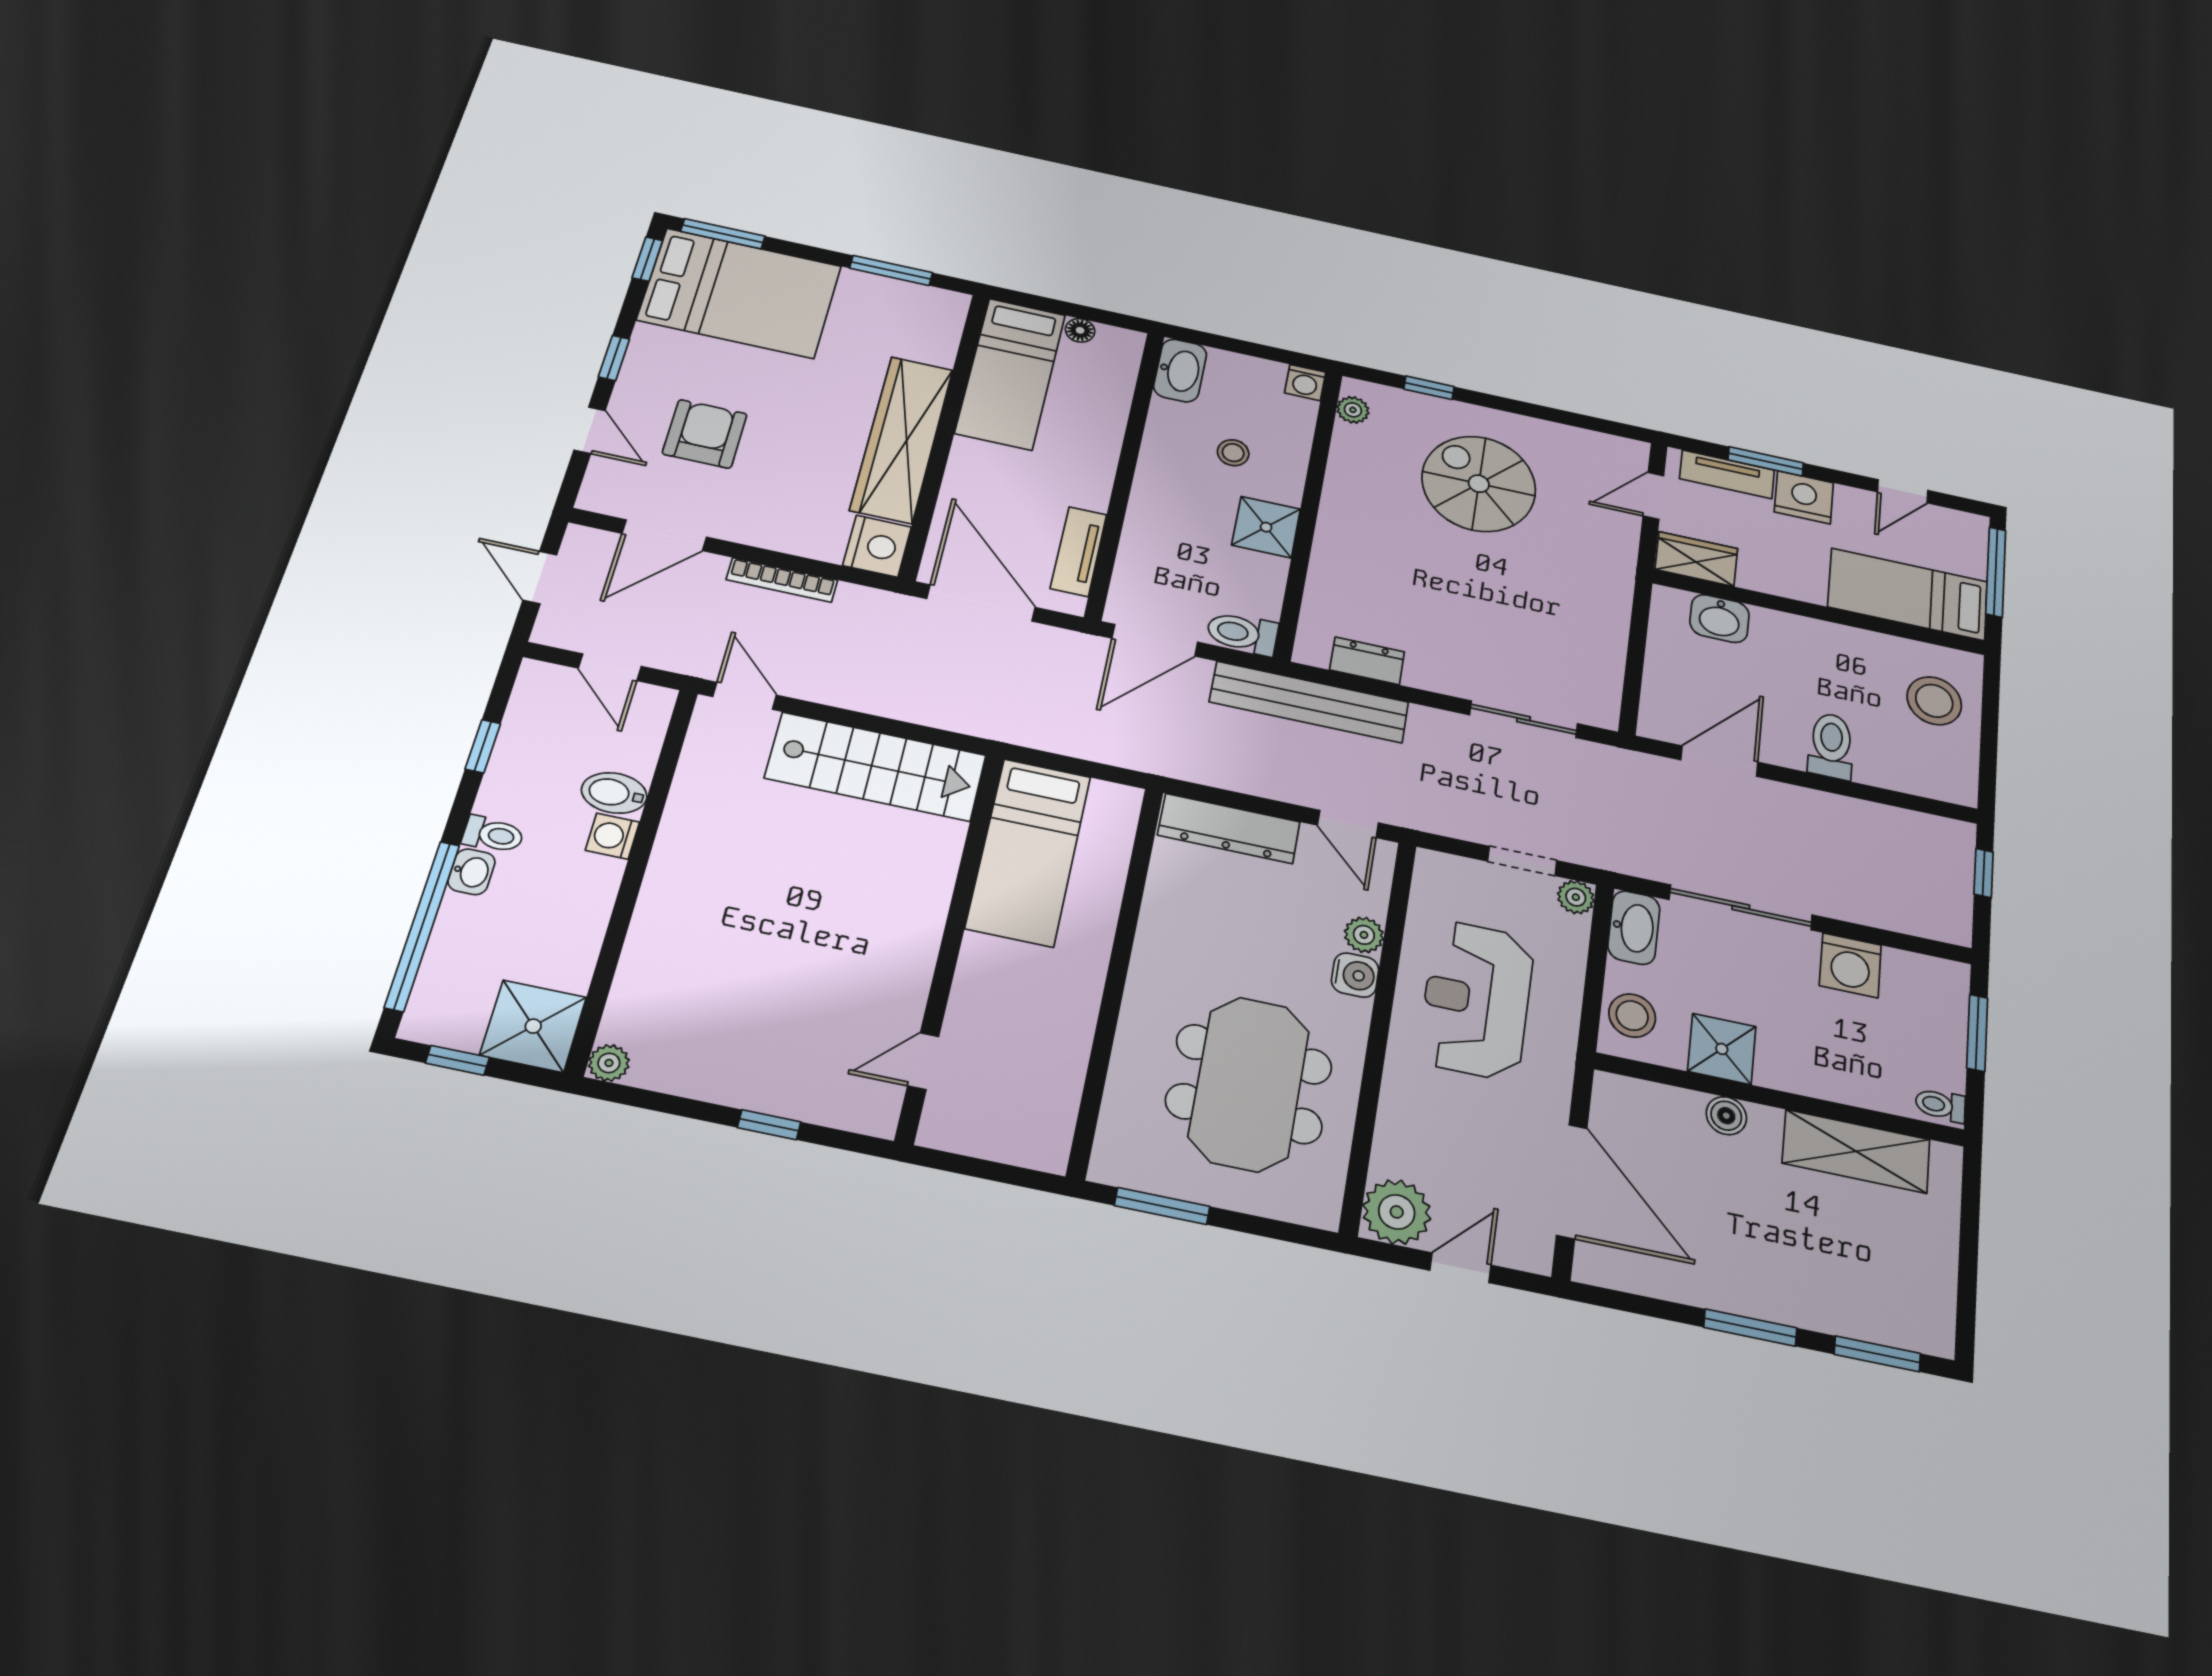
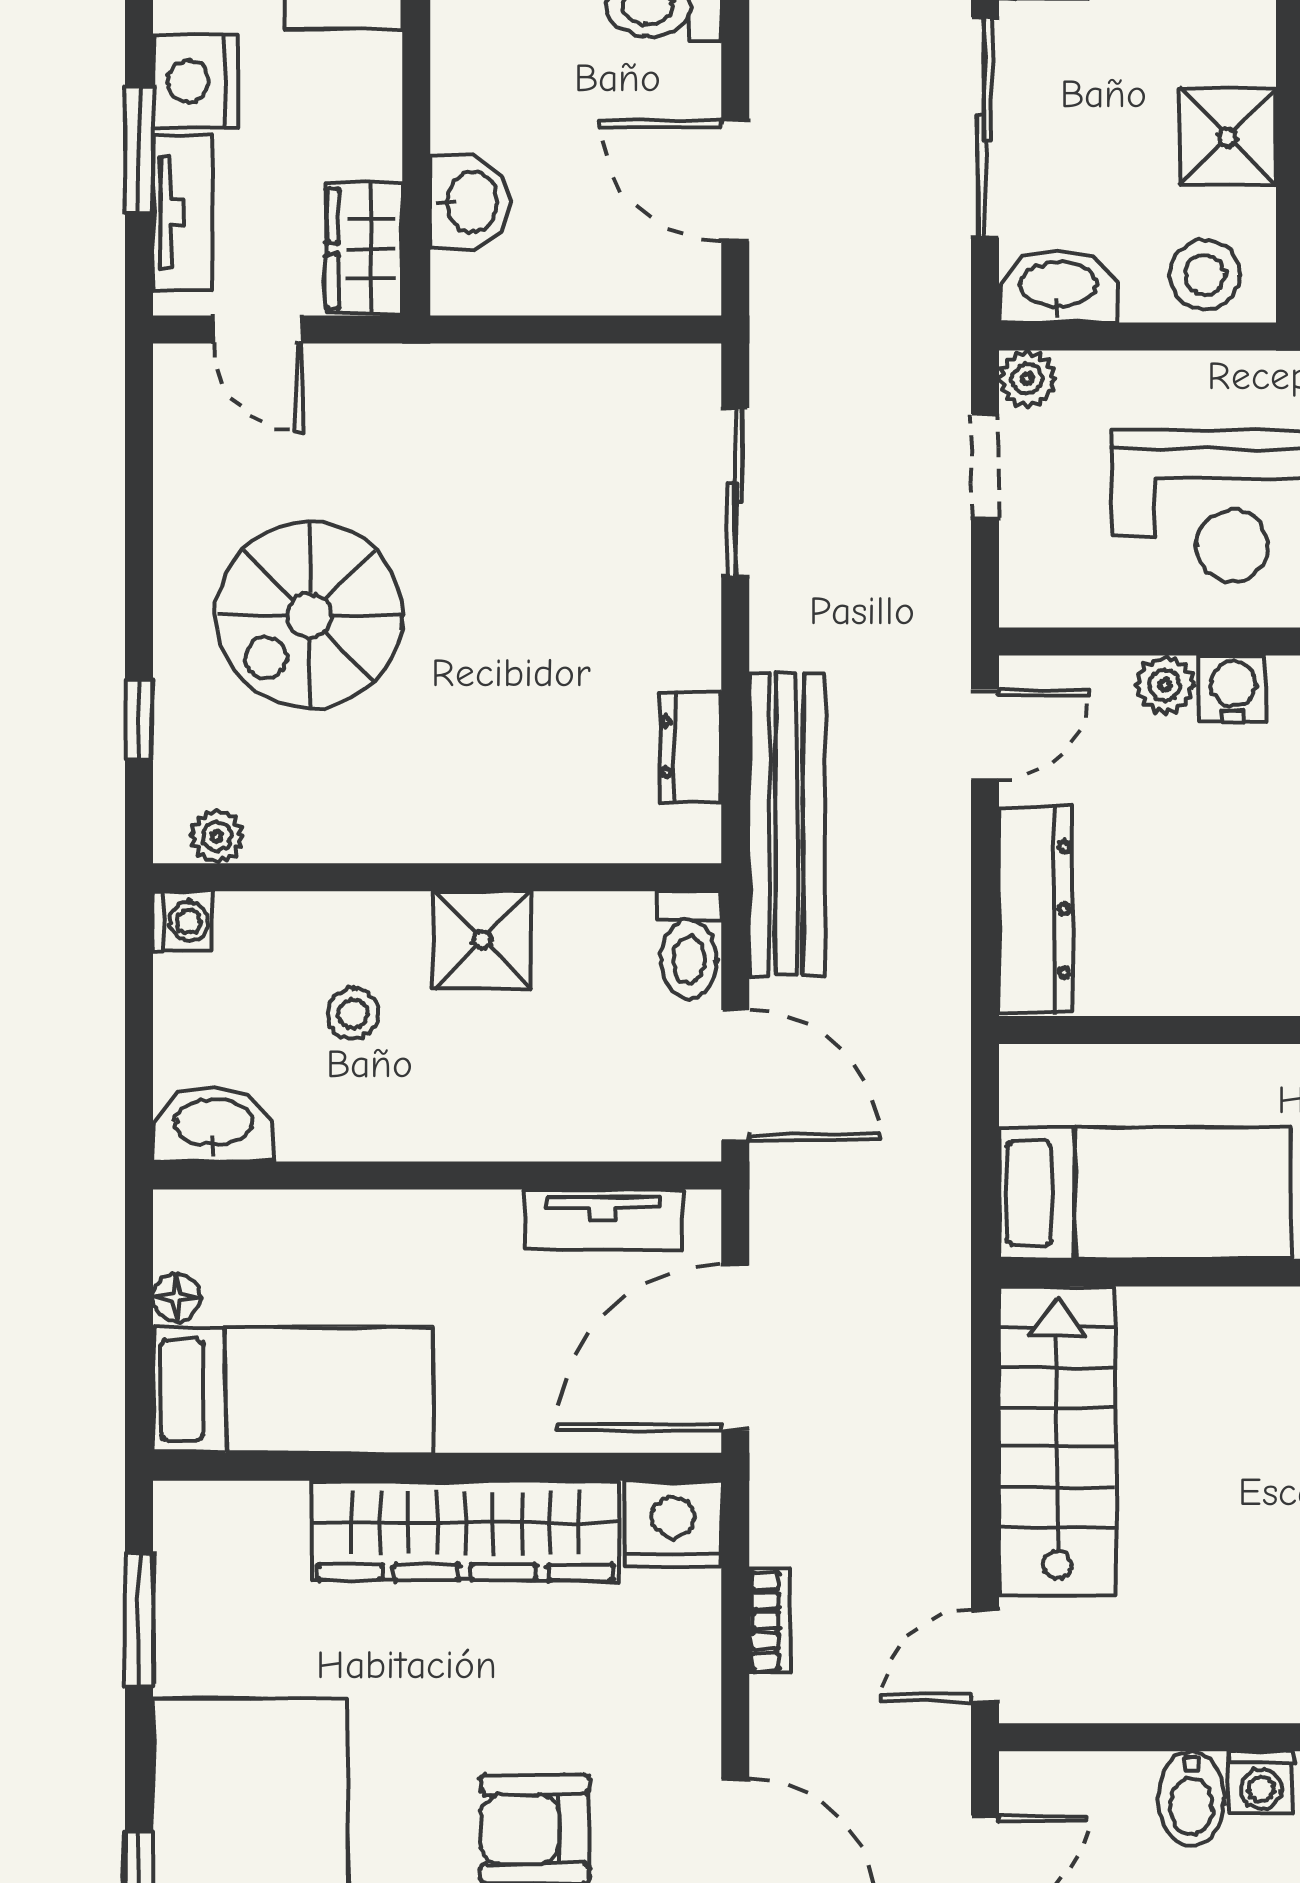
bookcase: (782, 580) -> (770, 1621), width x0.64

